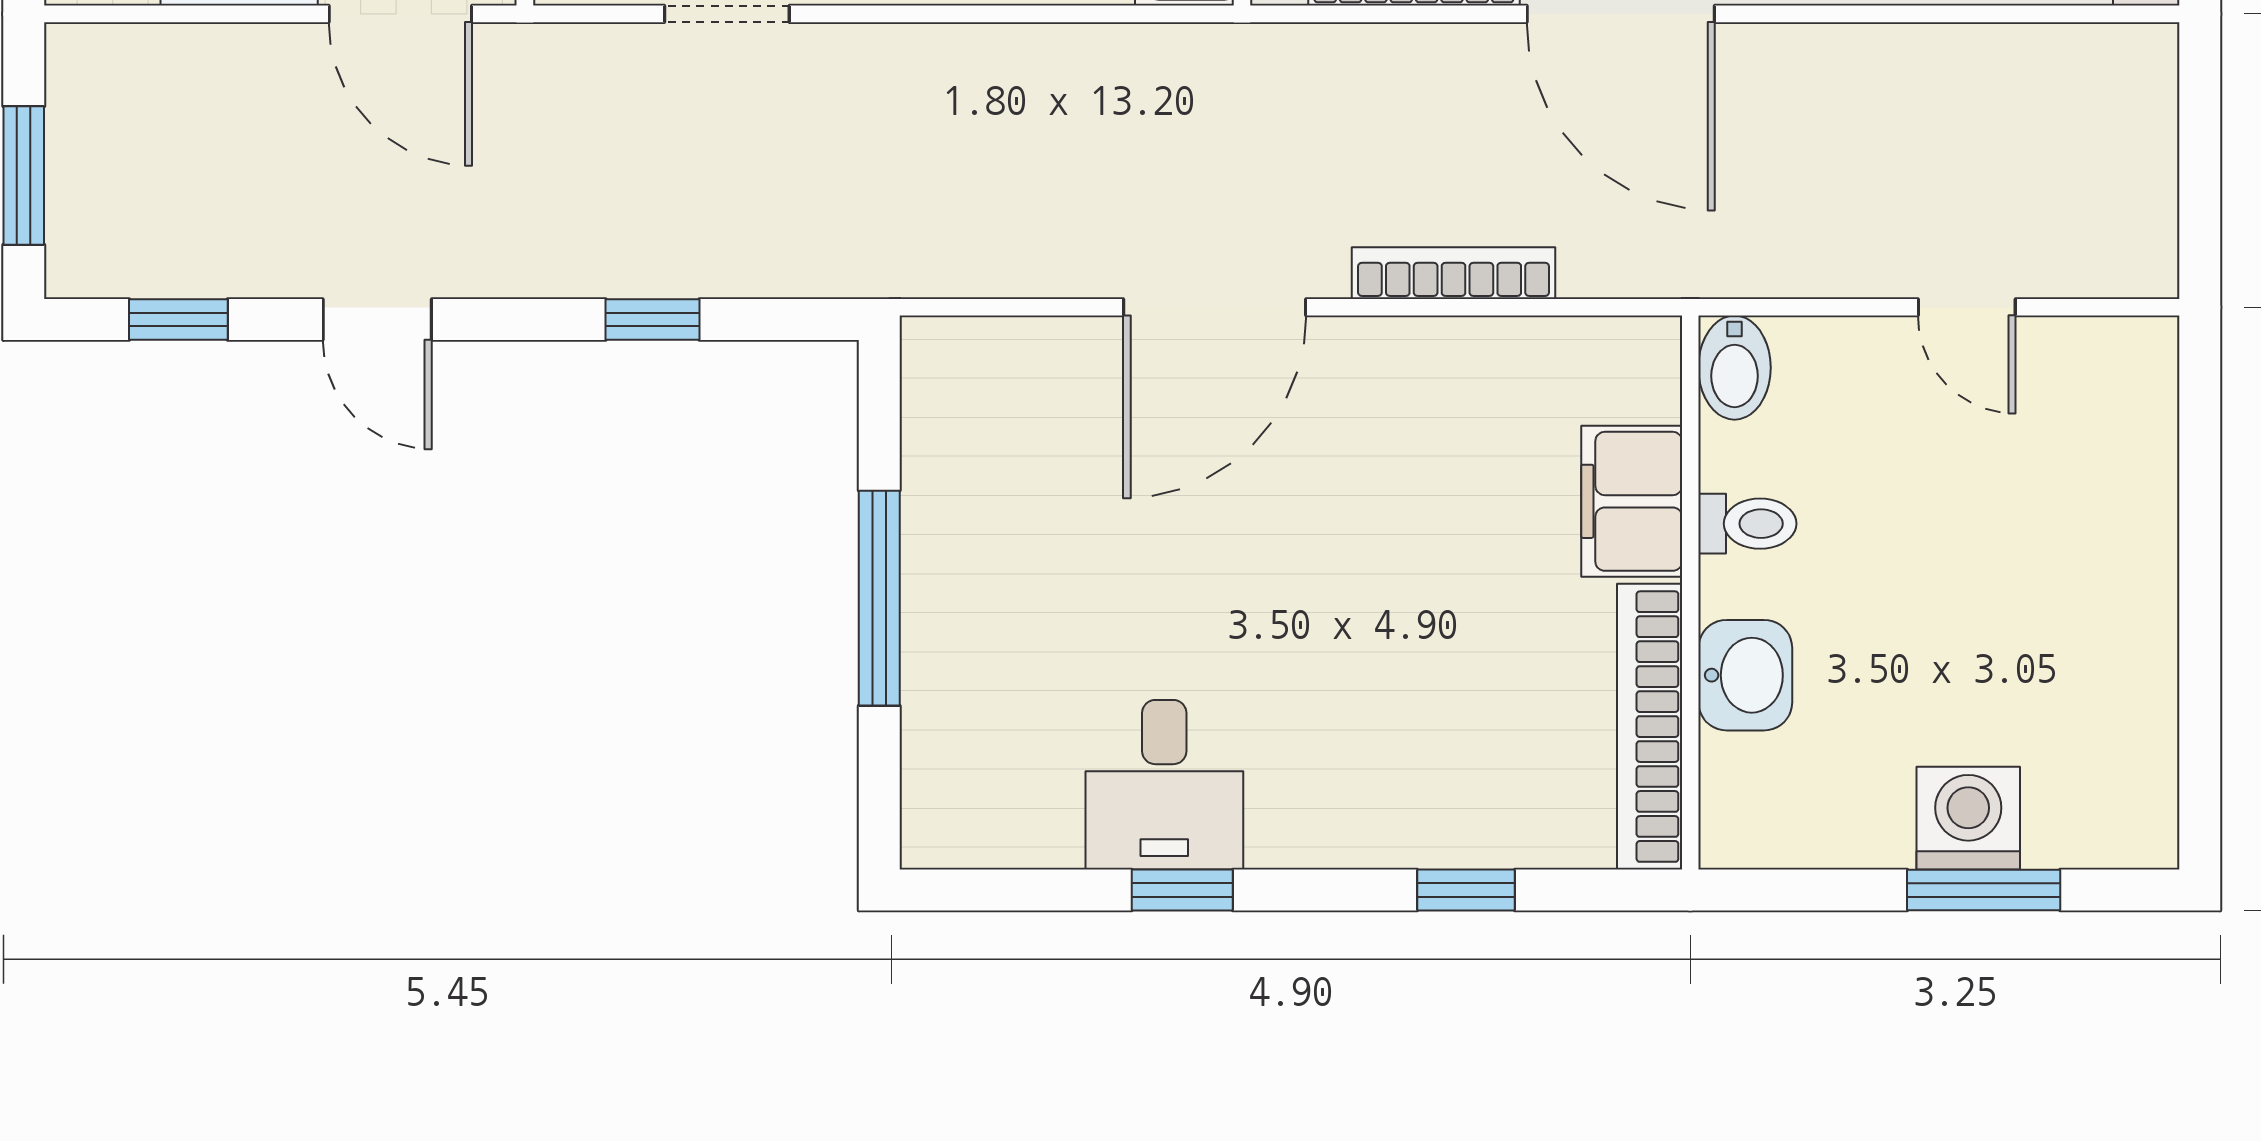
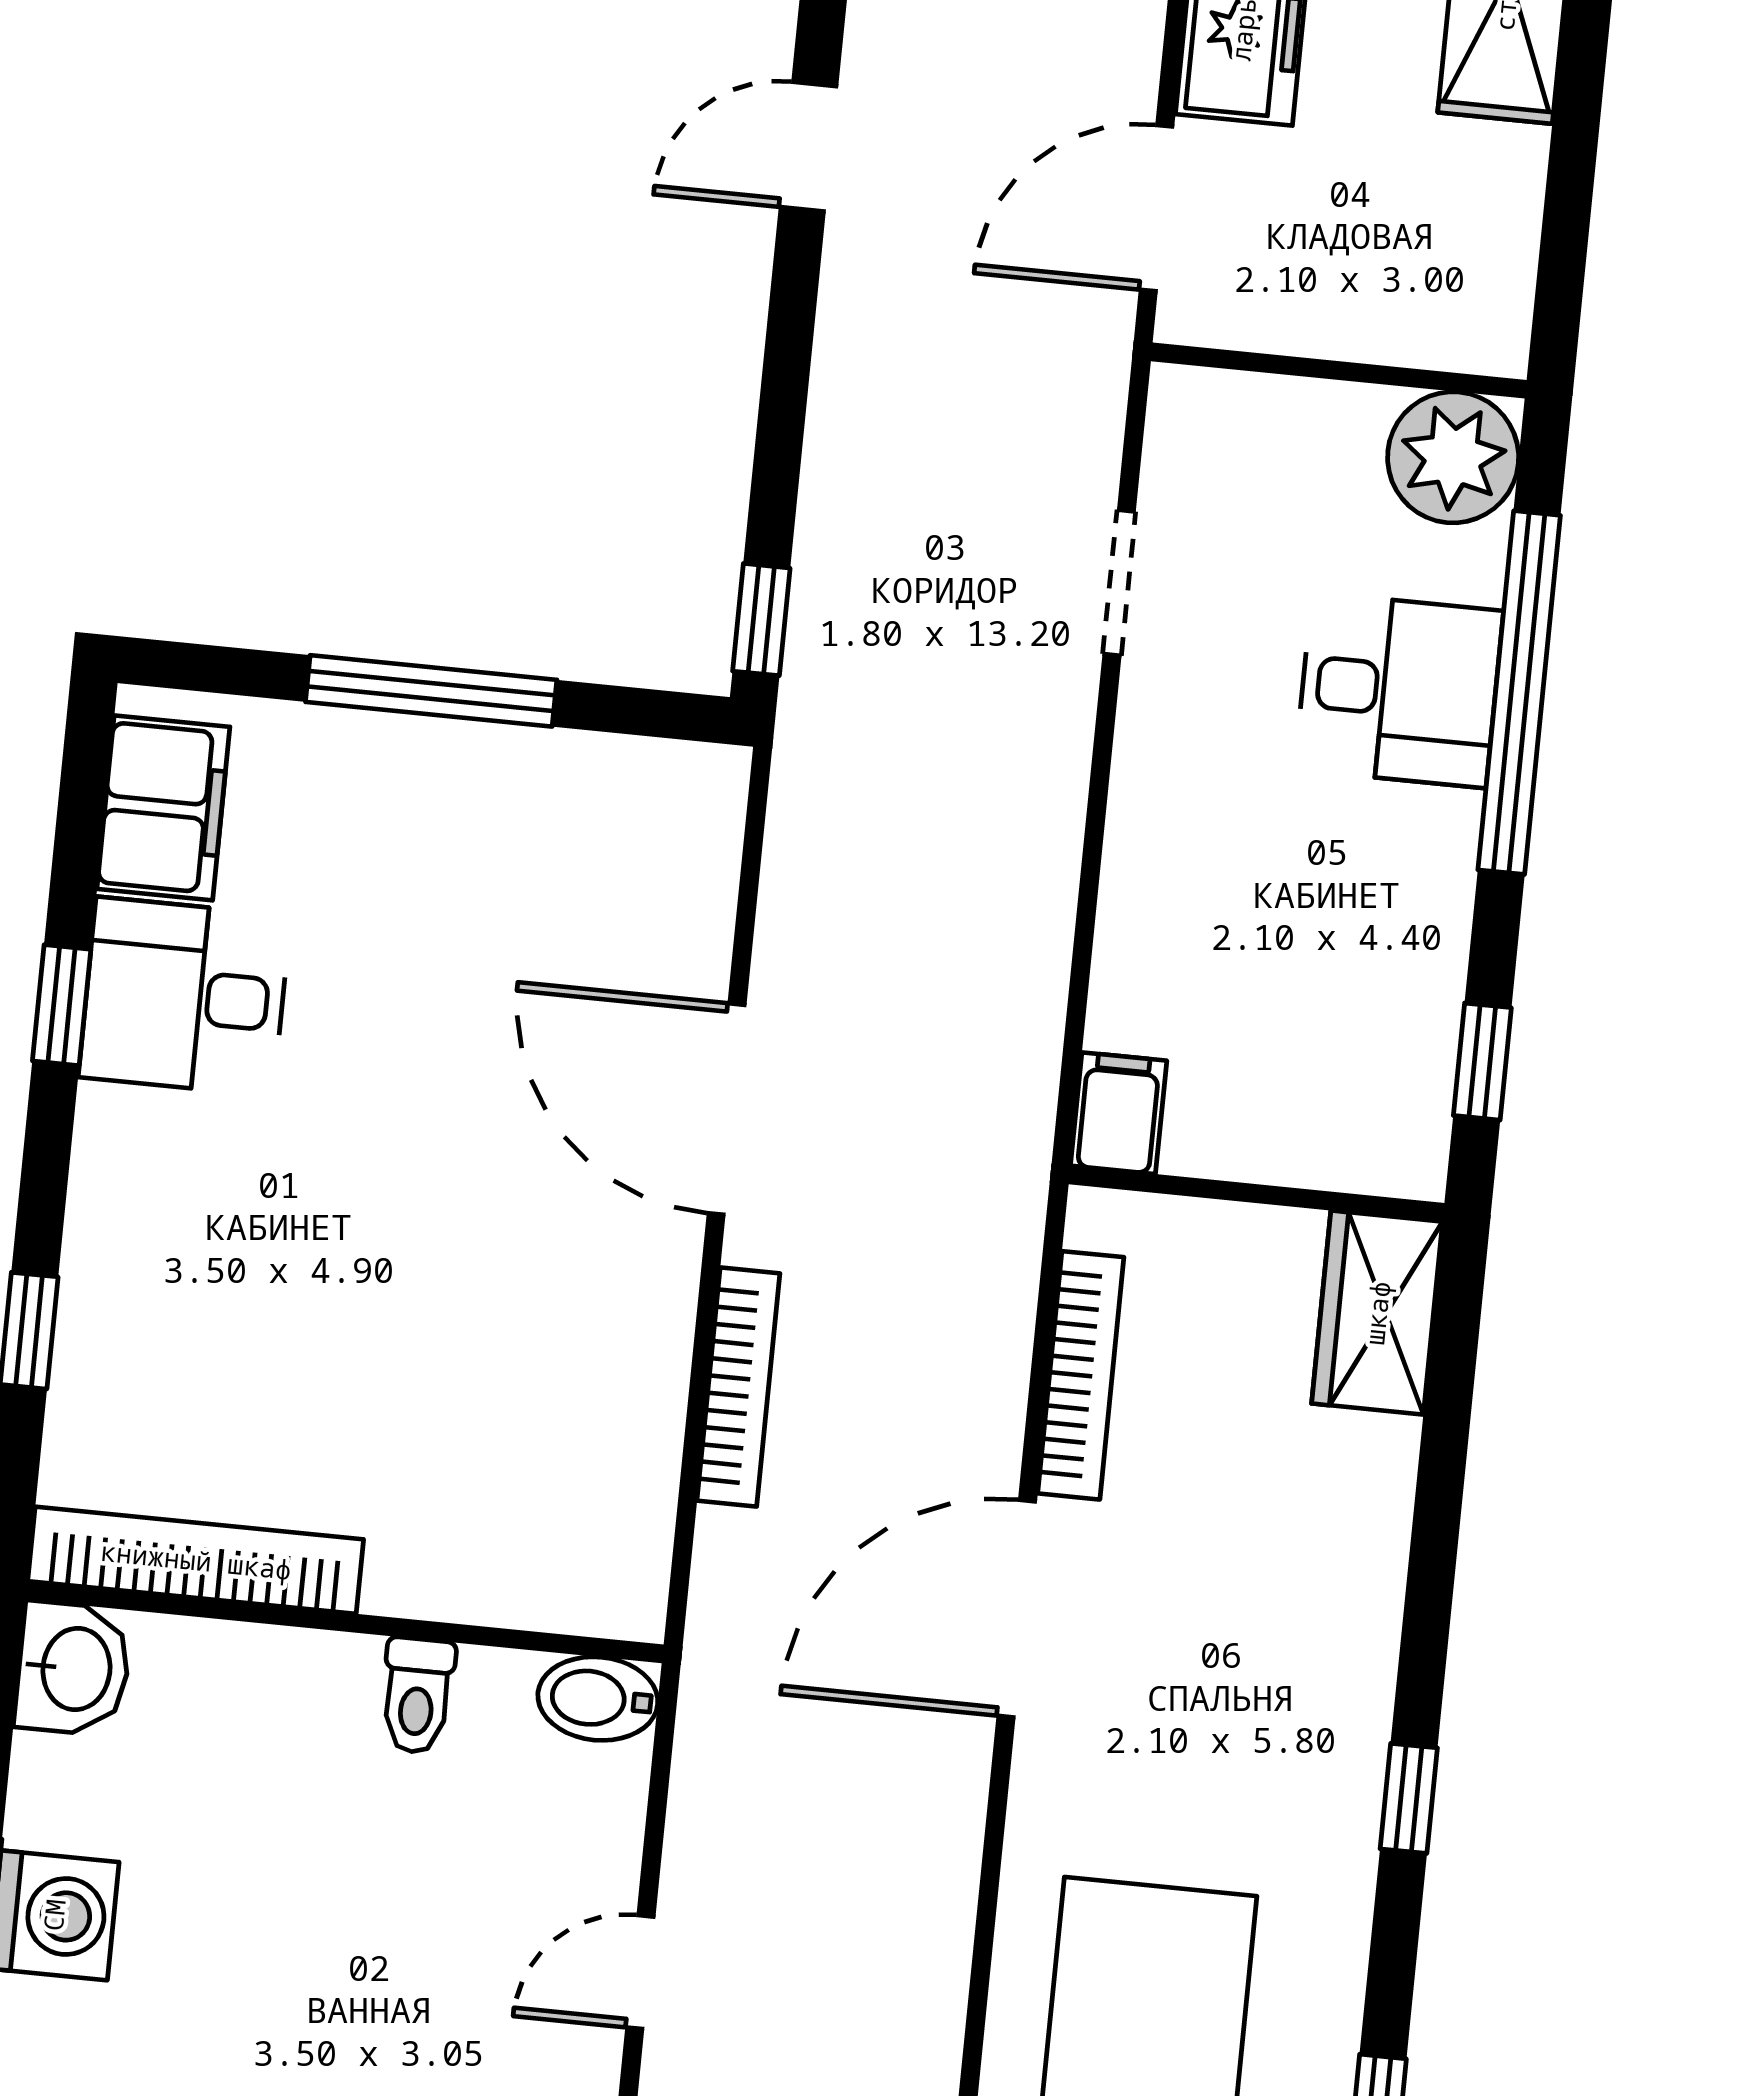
window: (652, 320) -> (761, 620), moved
filing cabinet: (1632, 501) -> (163, 808), moved, turned 90
washbasin: (1745, 675) -> (73, 1669), moved, turned -90

